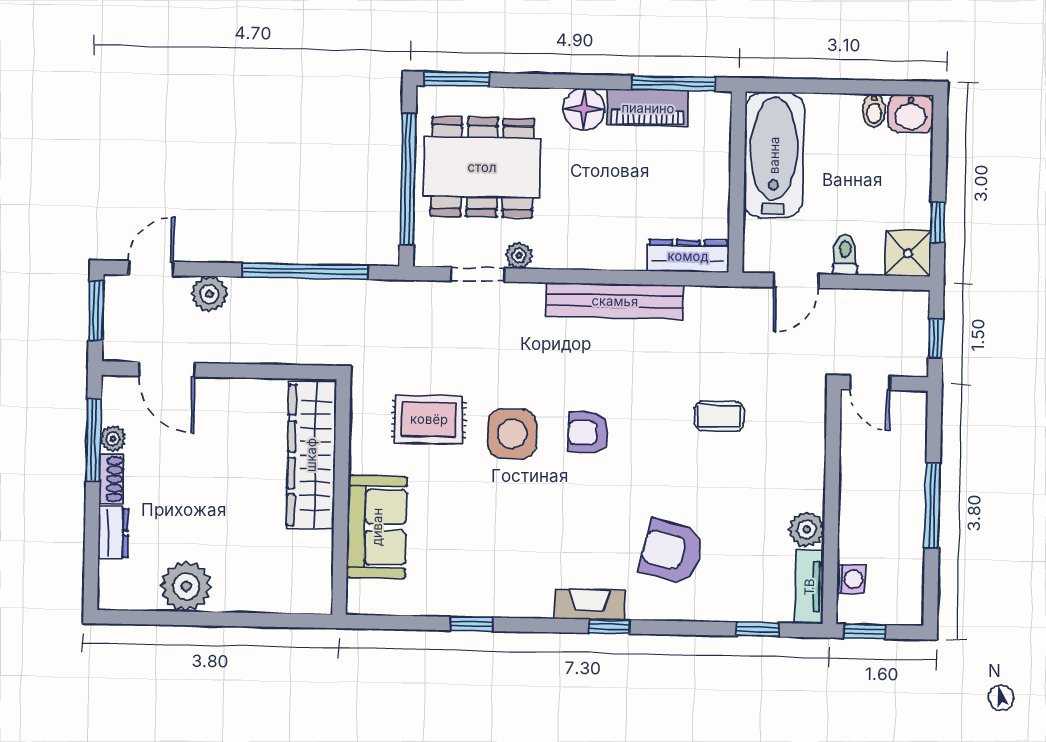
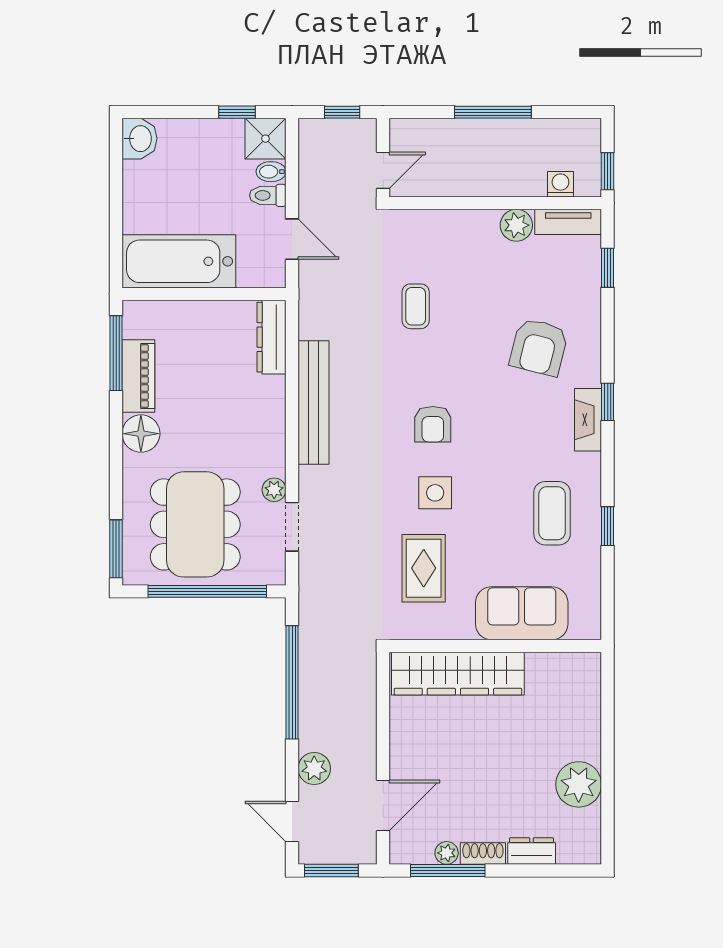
bidet: (874, 110) -> (271, 172), moved, turned 180
side table: (512, 434) -> (435, 493), width x0.73, depth x0.73
coffee table: (487, 563) -> (552, 513), added

